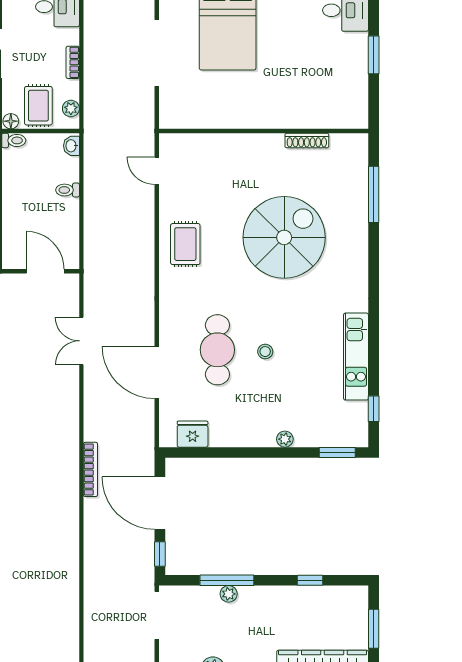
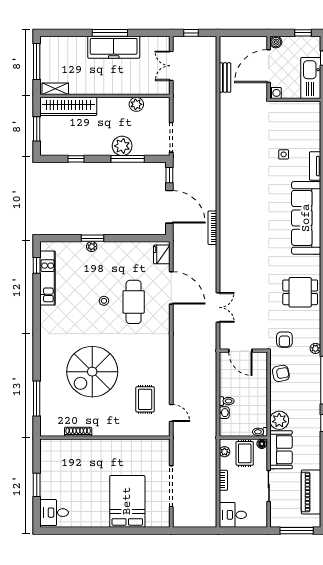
washbasin: (71, 146) -> (224, 413), moved
rug: (185, 244) -> (145, 399), moved
kitchen unit: (356, 357) -> (48, 278), moved
fridge: (193, 434) -> (162, 254), moved, turned 90
window: (337, 452) -> (93, 238), moved
plant: (229, 594) -> (122, 146), width x1.88, depth x1.88

